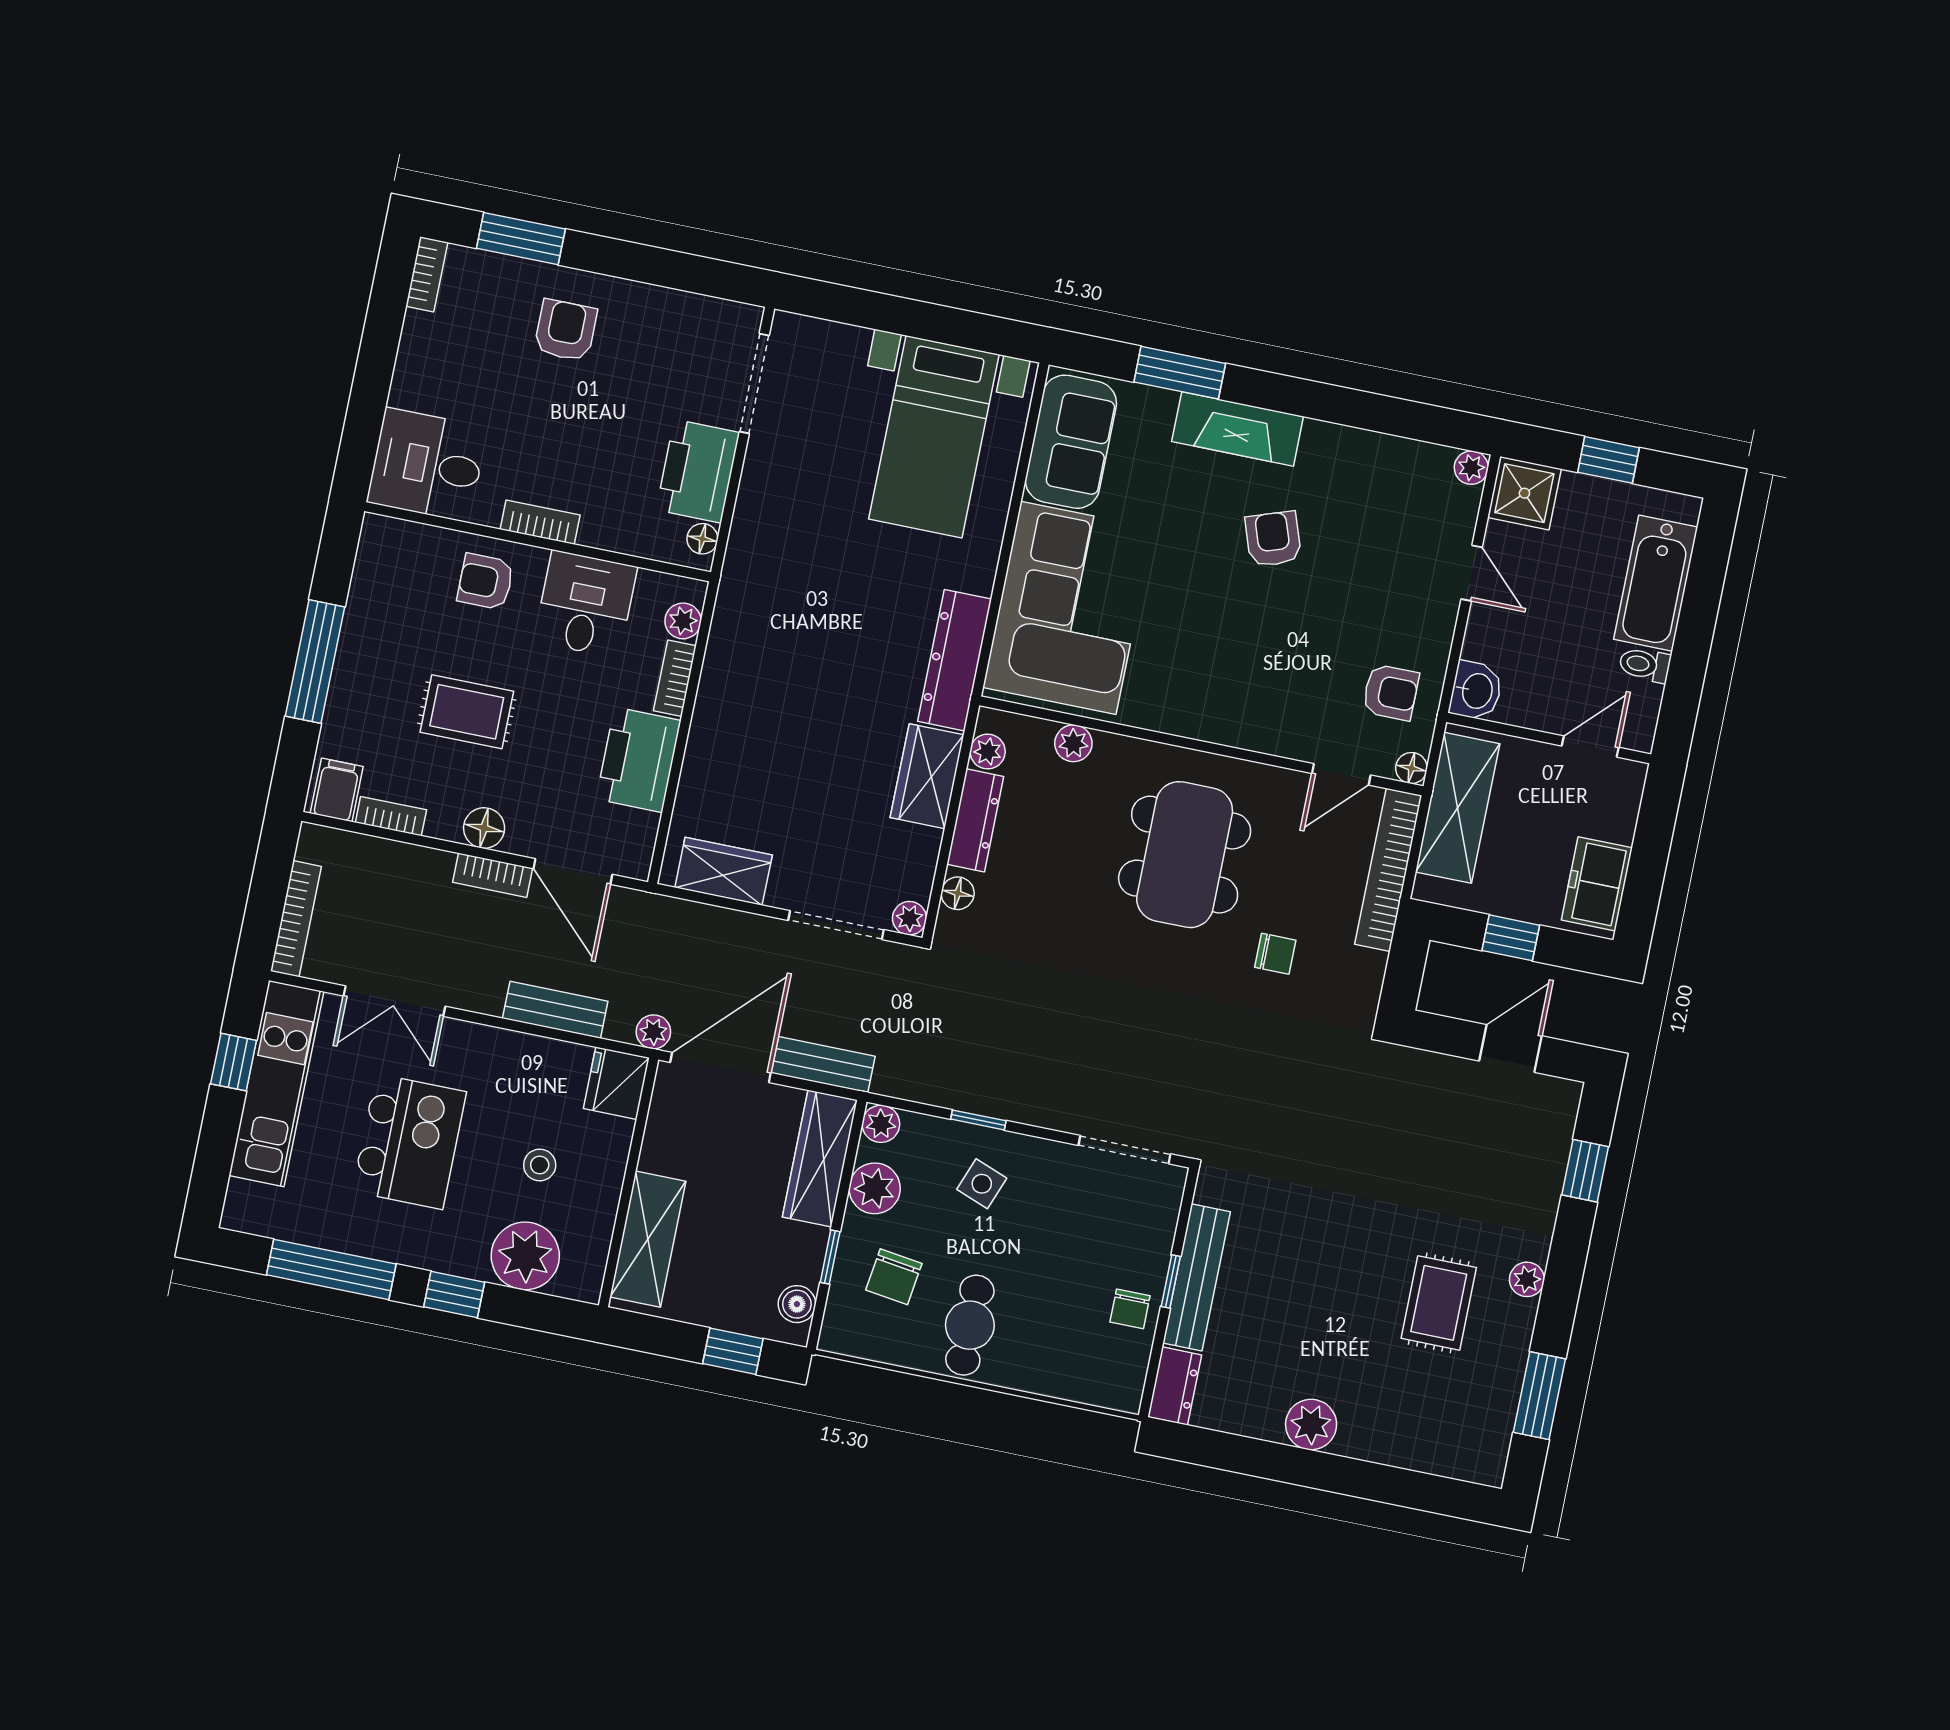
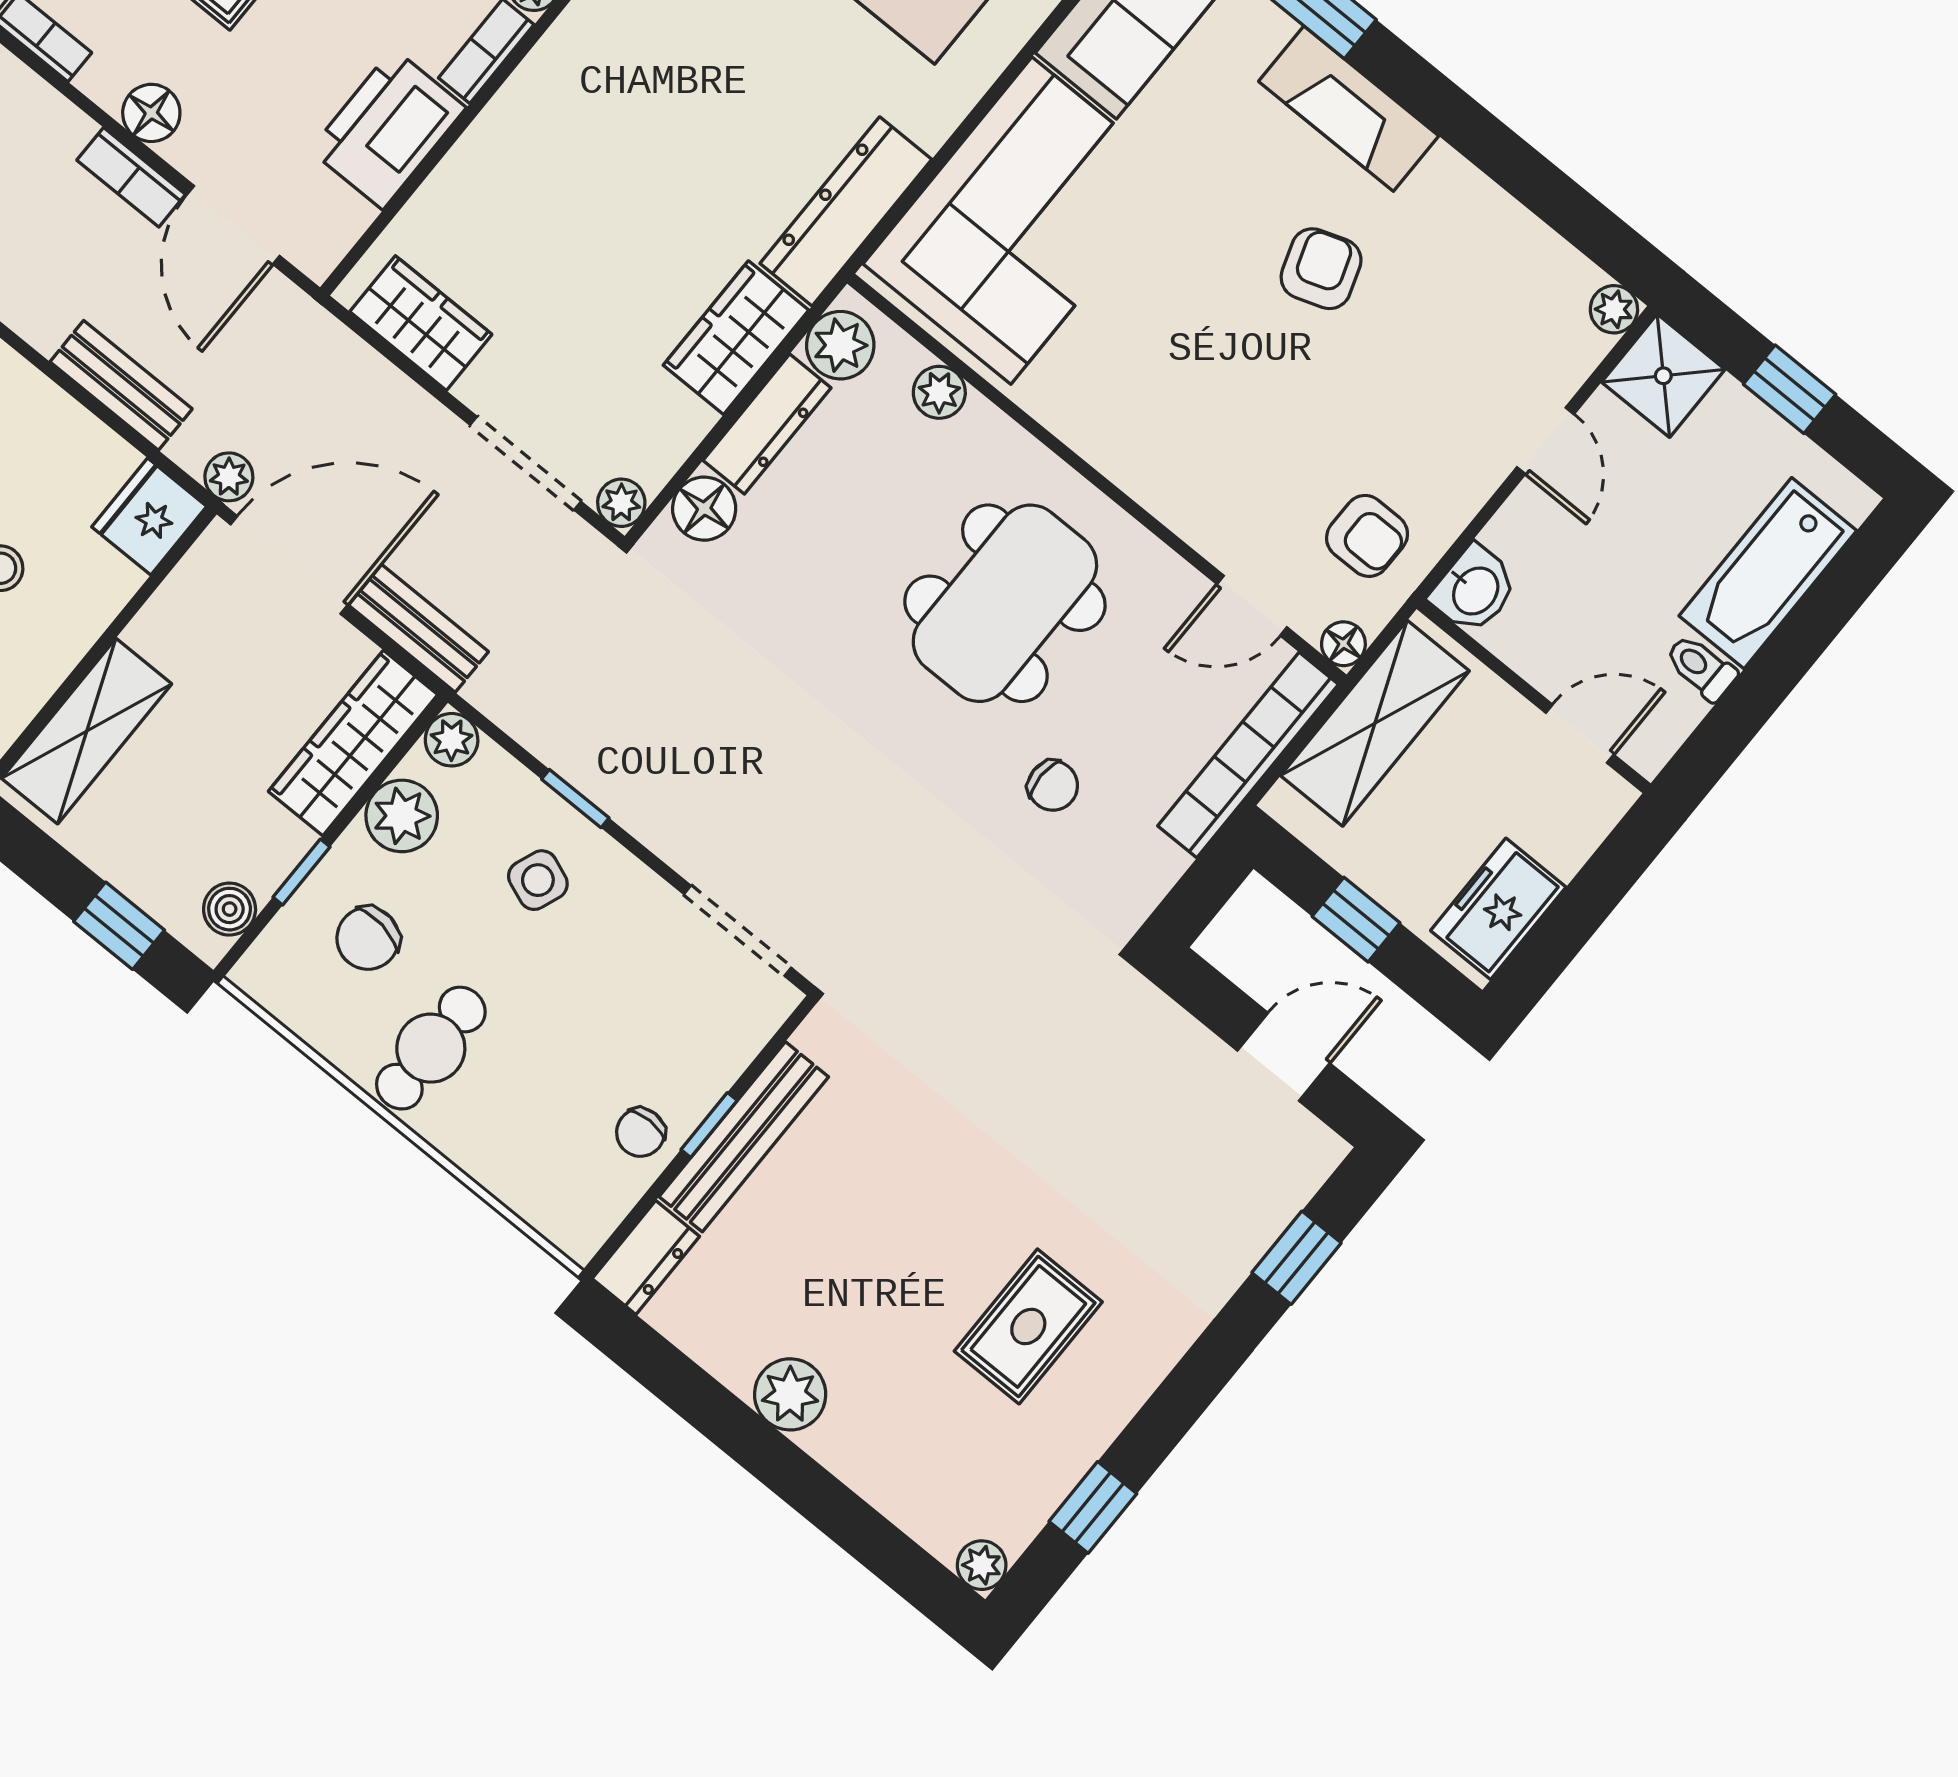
plant: (988, 752) -> (840, 345), width x1.38, depth x1.38
floor lamp: (958, 893) -> (704, 509), width x1.37, depth x1.37
plant: (1527, 1279) -> (982, 1565), moved
window: (1539, 1396) -> (1093, 1507), width x0.67

